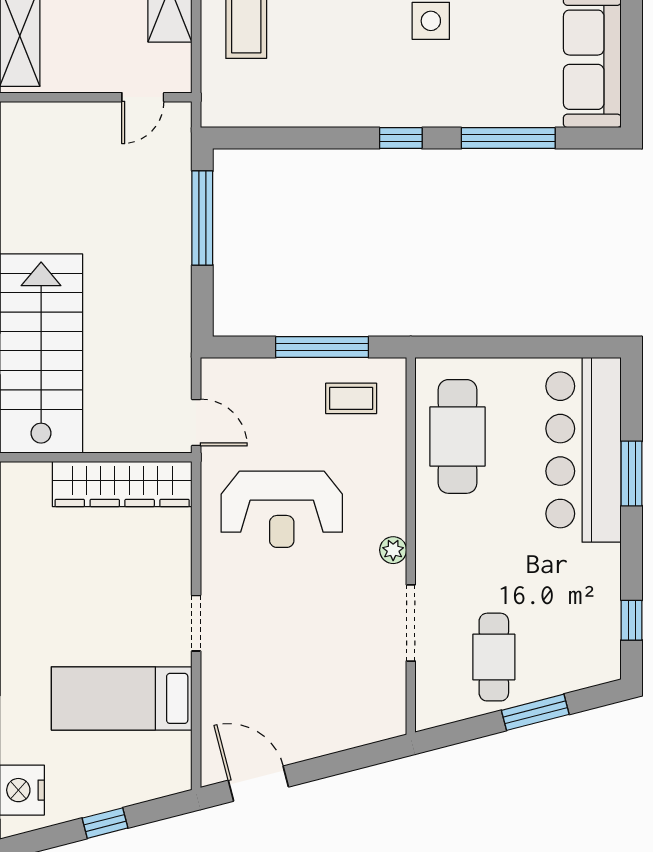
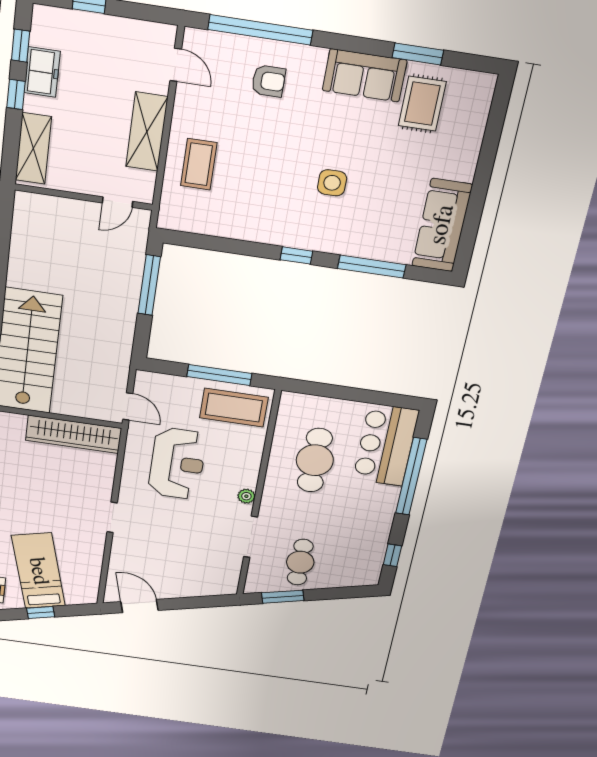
coffee table: (351, 398) -> (234, 408), width x1.86, depth x1.72
cafe table: (457, 436) -> (315, 460), moved
bar counter: (584, 450) -> (386, 445), width x0.73
window: (632, 473) -> (411, 476), width x2.11
reception desk: (282, 509) -> (177, 464), turned -90
bed: (122, 698) -> (38, 571), moved, turned 76
window: (535, 712) -> (283, 597), moved

